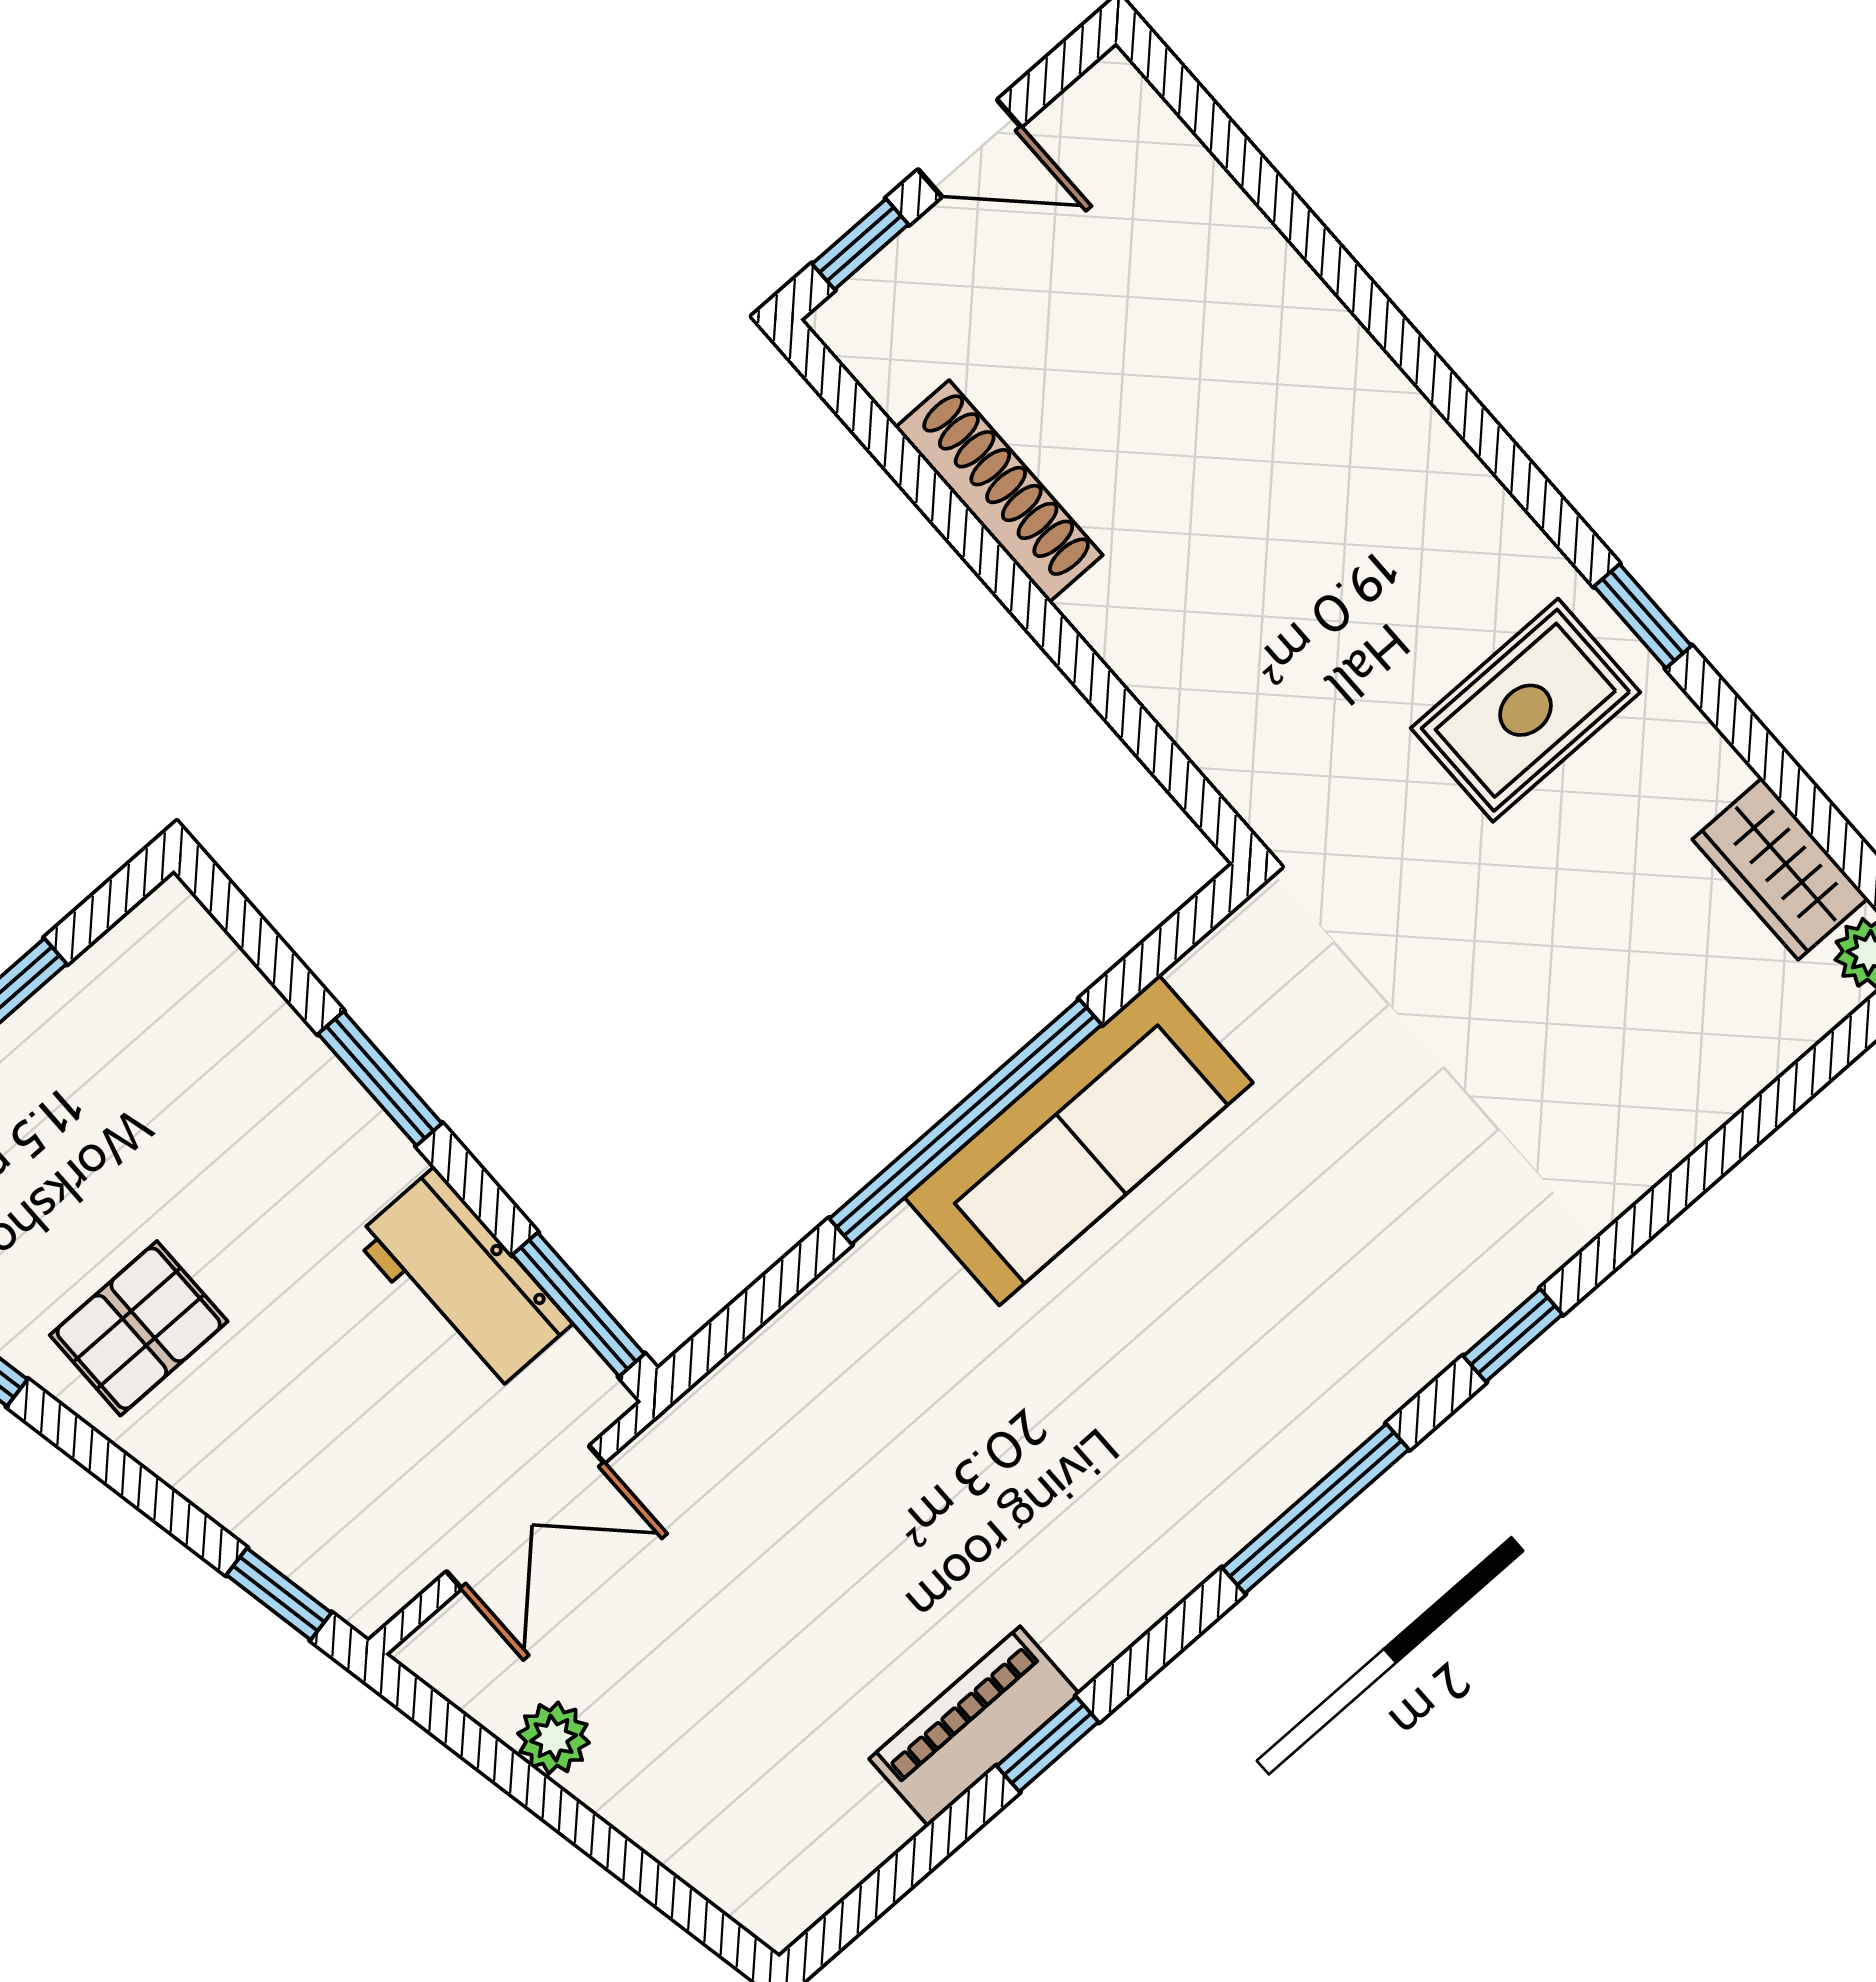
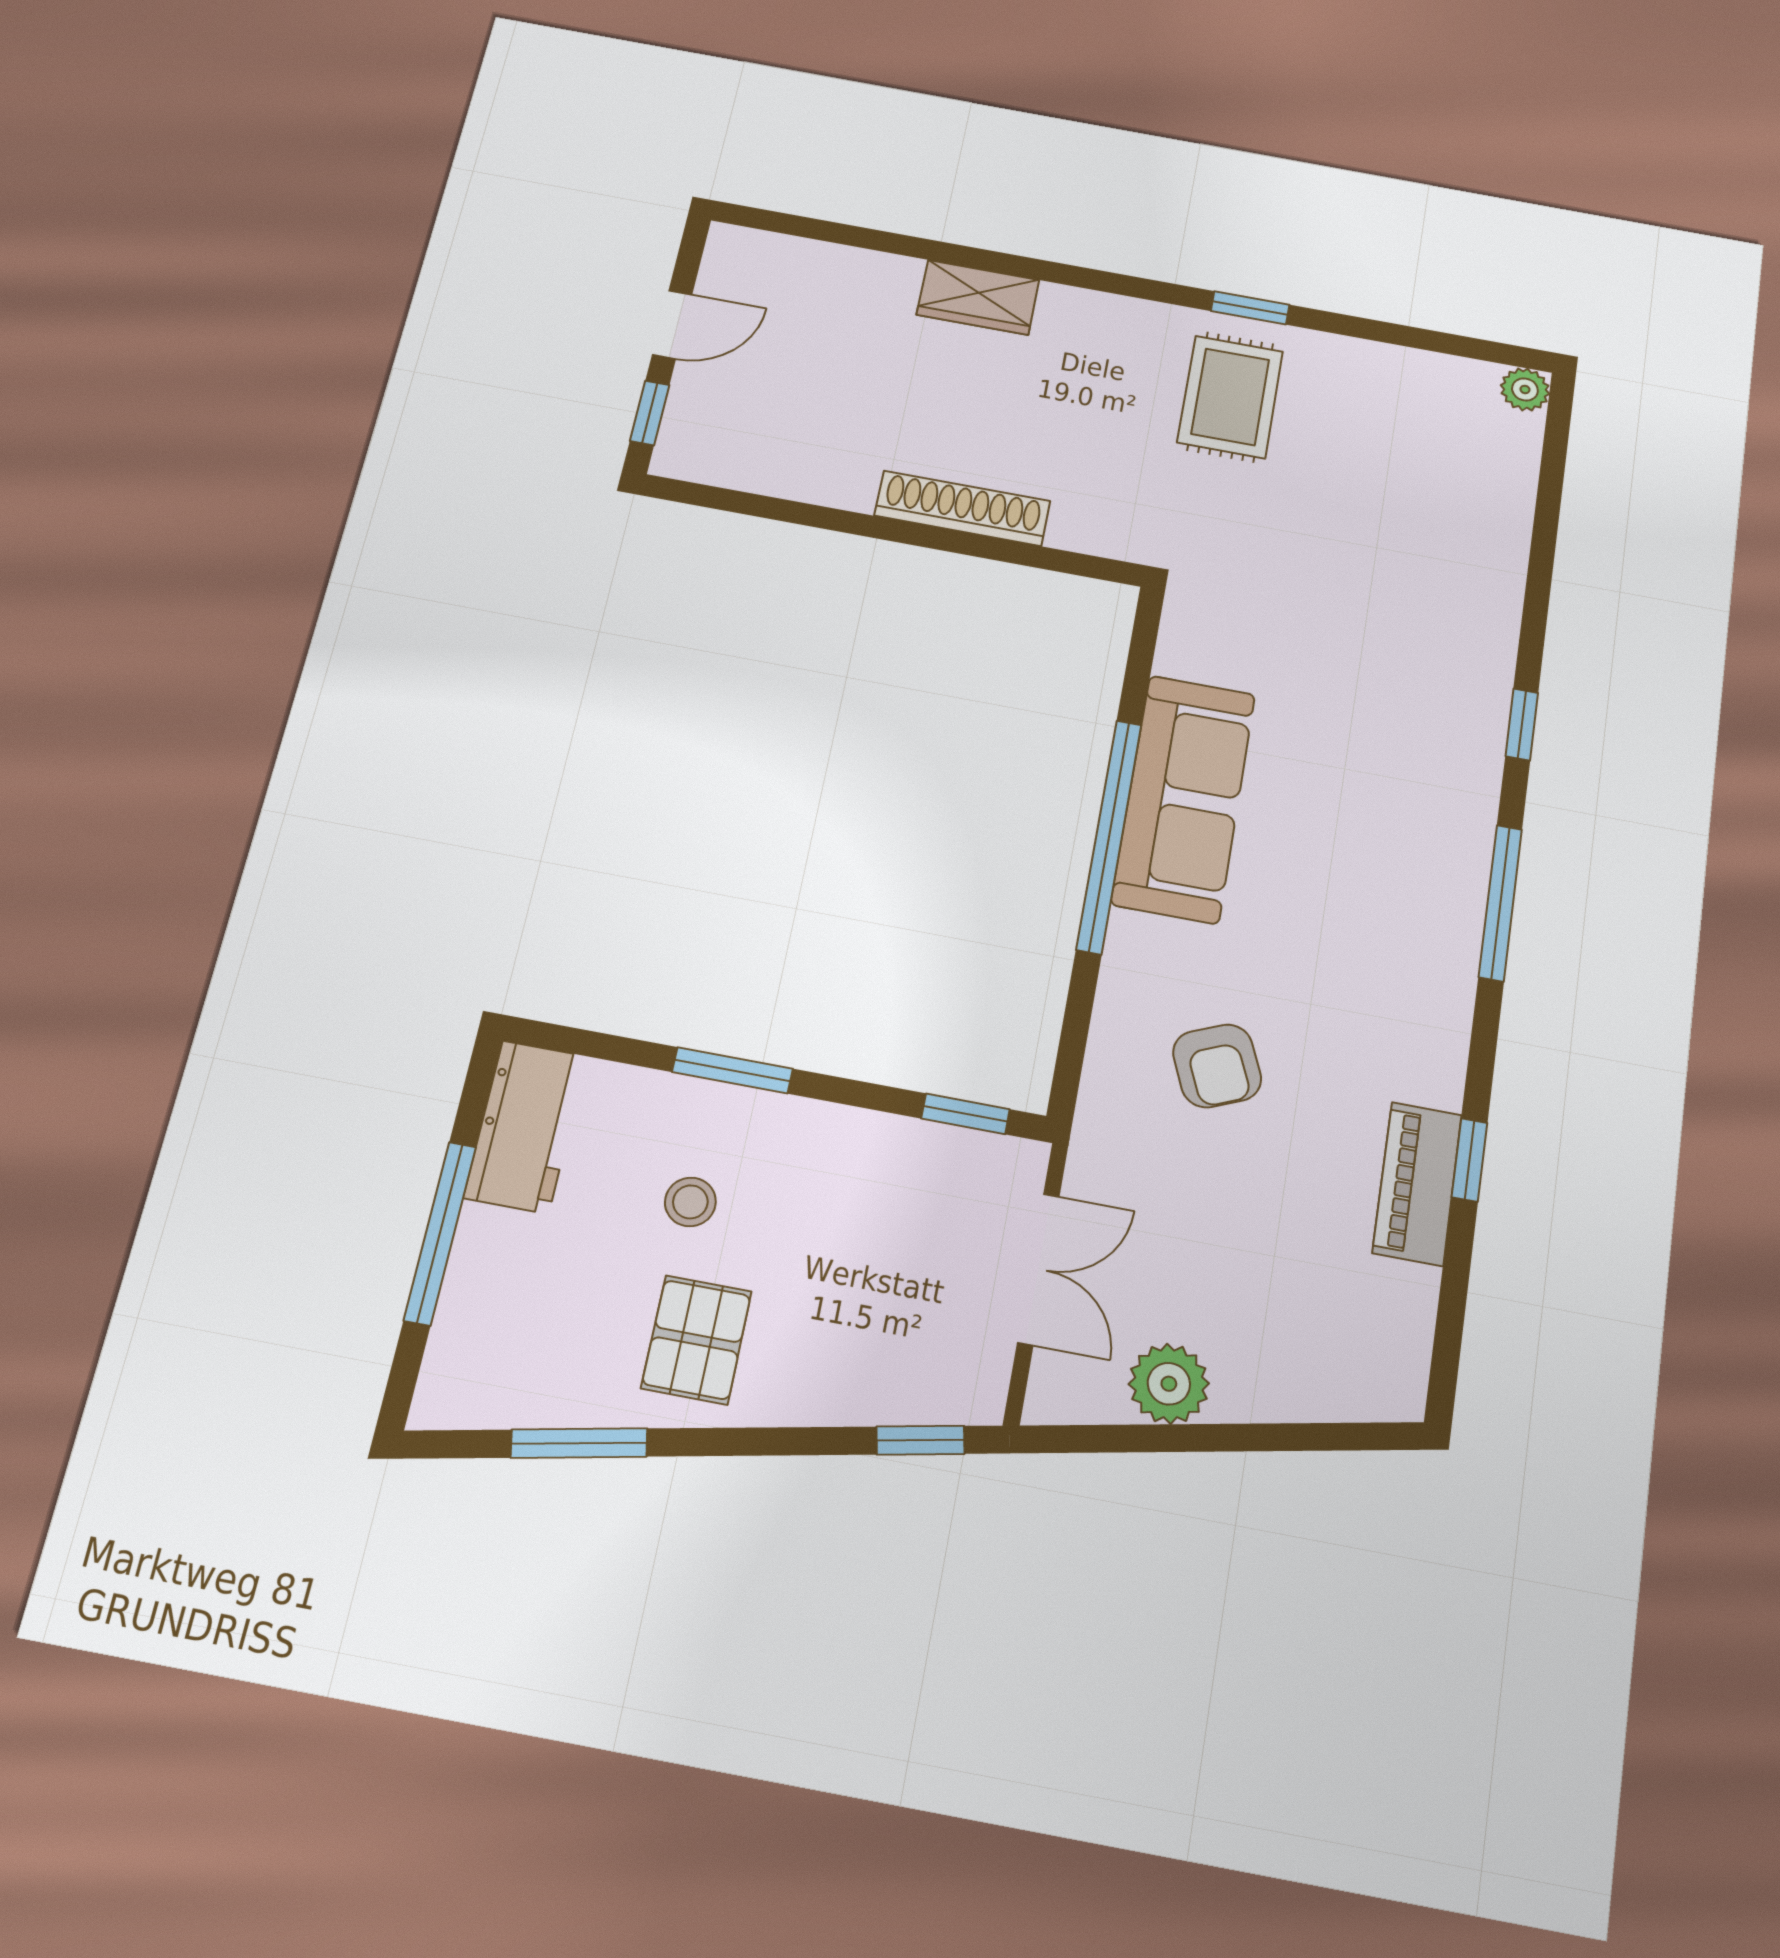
shoe rack: (999, 491) -> (962, 508), moved
wardrobe: (1780, 869) -> (978, 297), moved
stool: (236, 1184) -> (690, 1202), added
workbench: (463, 1281) -> (525, 1127), moved, turned -90
window: (578, 1304) -> (965, 1114), width x0.67
armchair: (873, 1451) -> (1217, 1066), added
plant: (553, 1738) -> (1169, 1384), width x1.38, depth x1.38

